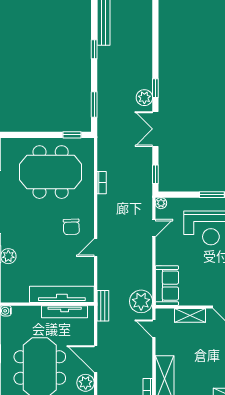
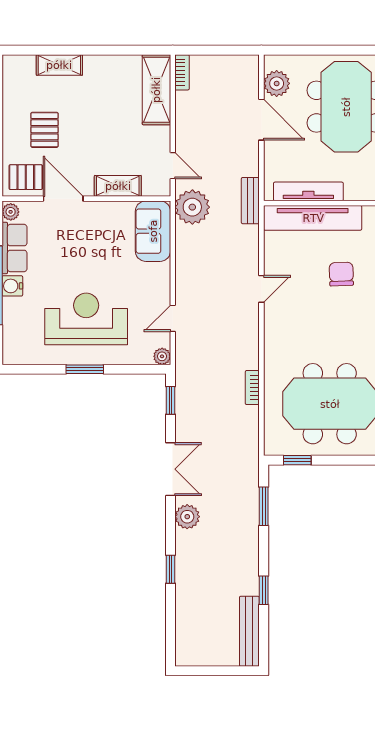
window: (155, 88) -> (171, 569), moved
chair: (71, 227) -> (341, 274), moved

